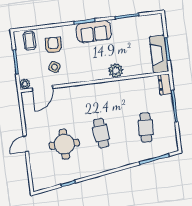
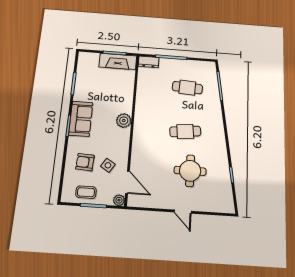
coffee table: (30, 41) -> (86, 192), moved
plant: (116, 71) -> (124, 121), moved

